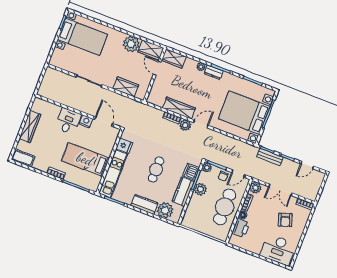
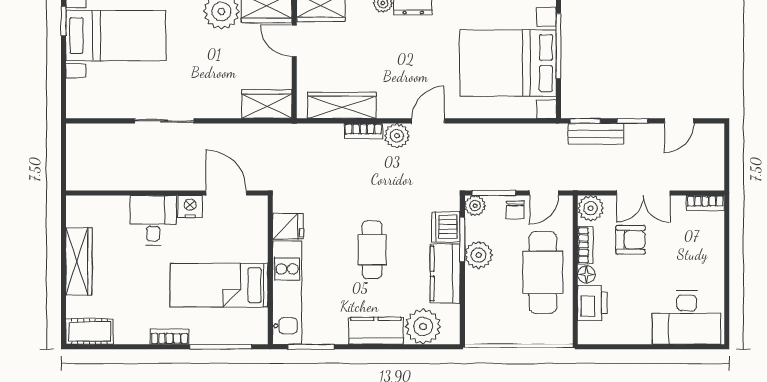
wardrobe: (126, 87) -> (267, 104), moved
wardrobe: (179, 108) -> (342, 105), moved
armchair: (285, 220) -> (630, 240), moved, turned -71

